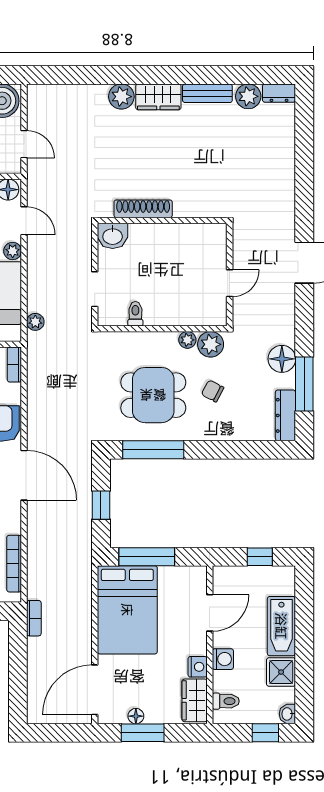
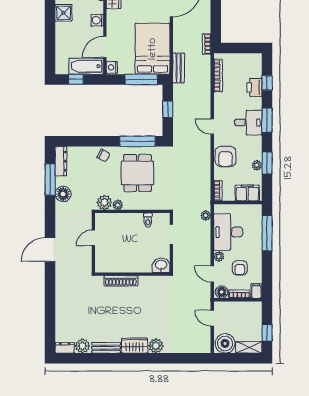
shoe rack: (143, 209) -> (121, 281), moved
chair: (213, 391) -> (103, 155), moved
dining table: (153, 395) -> (137, 173), turned 90
door: (24, 475) -> (212, 127), width x0.53
bench: (82, 576) -> (179, 68), added
bathtub: (281, 626) -> (86, 66), moved, turned -90
nightstand: (198, 667) -> (112, 67), moved

